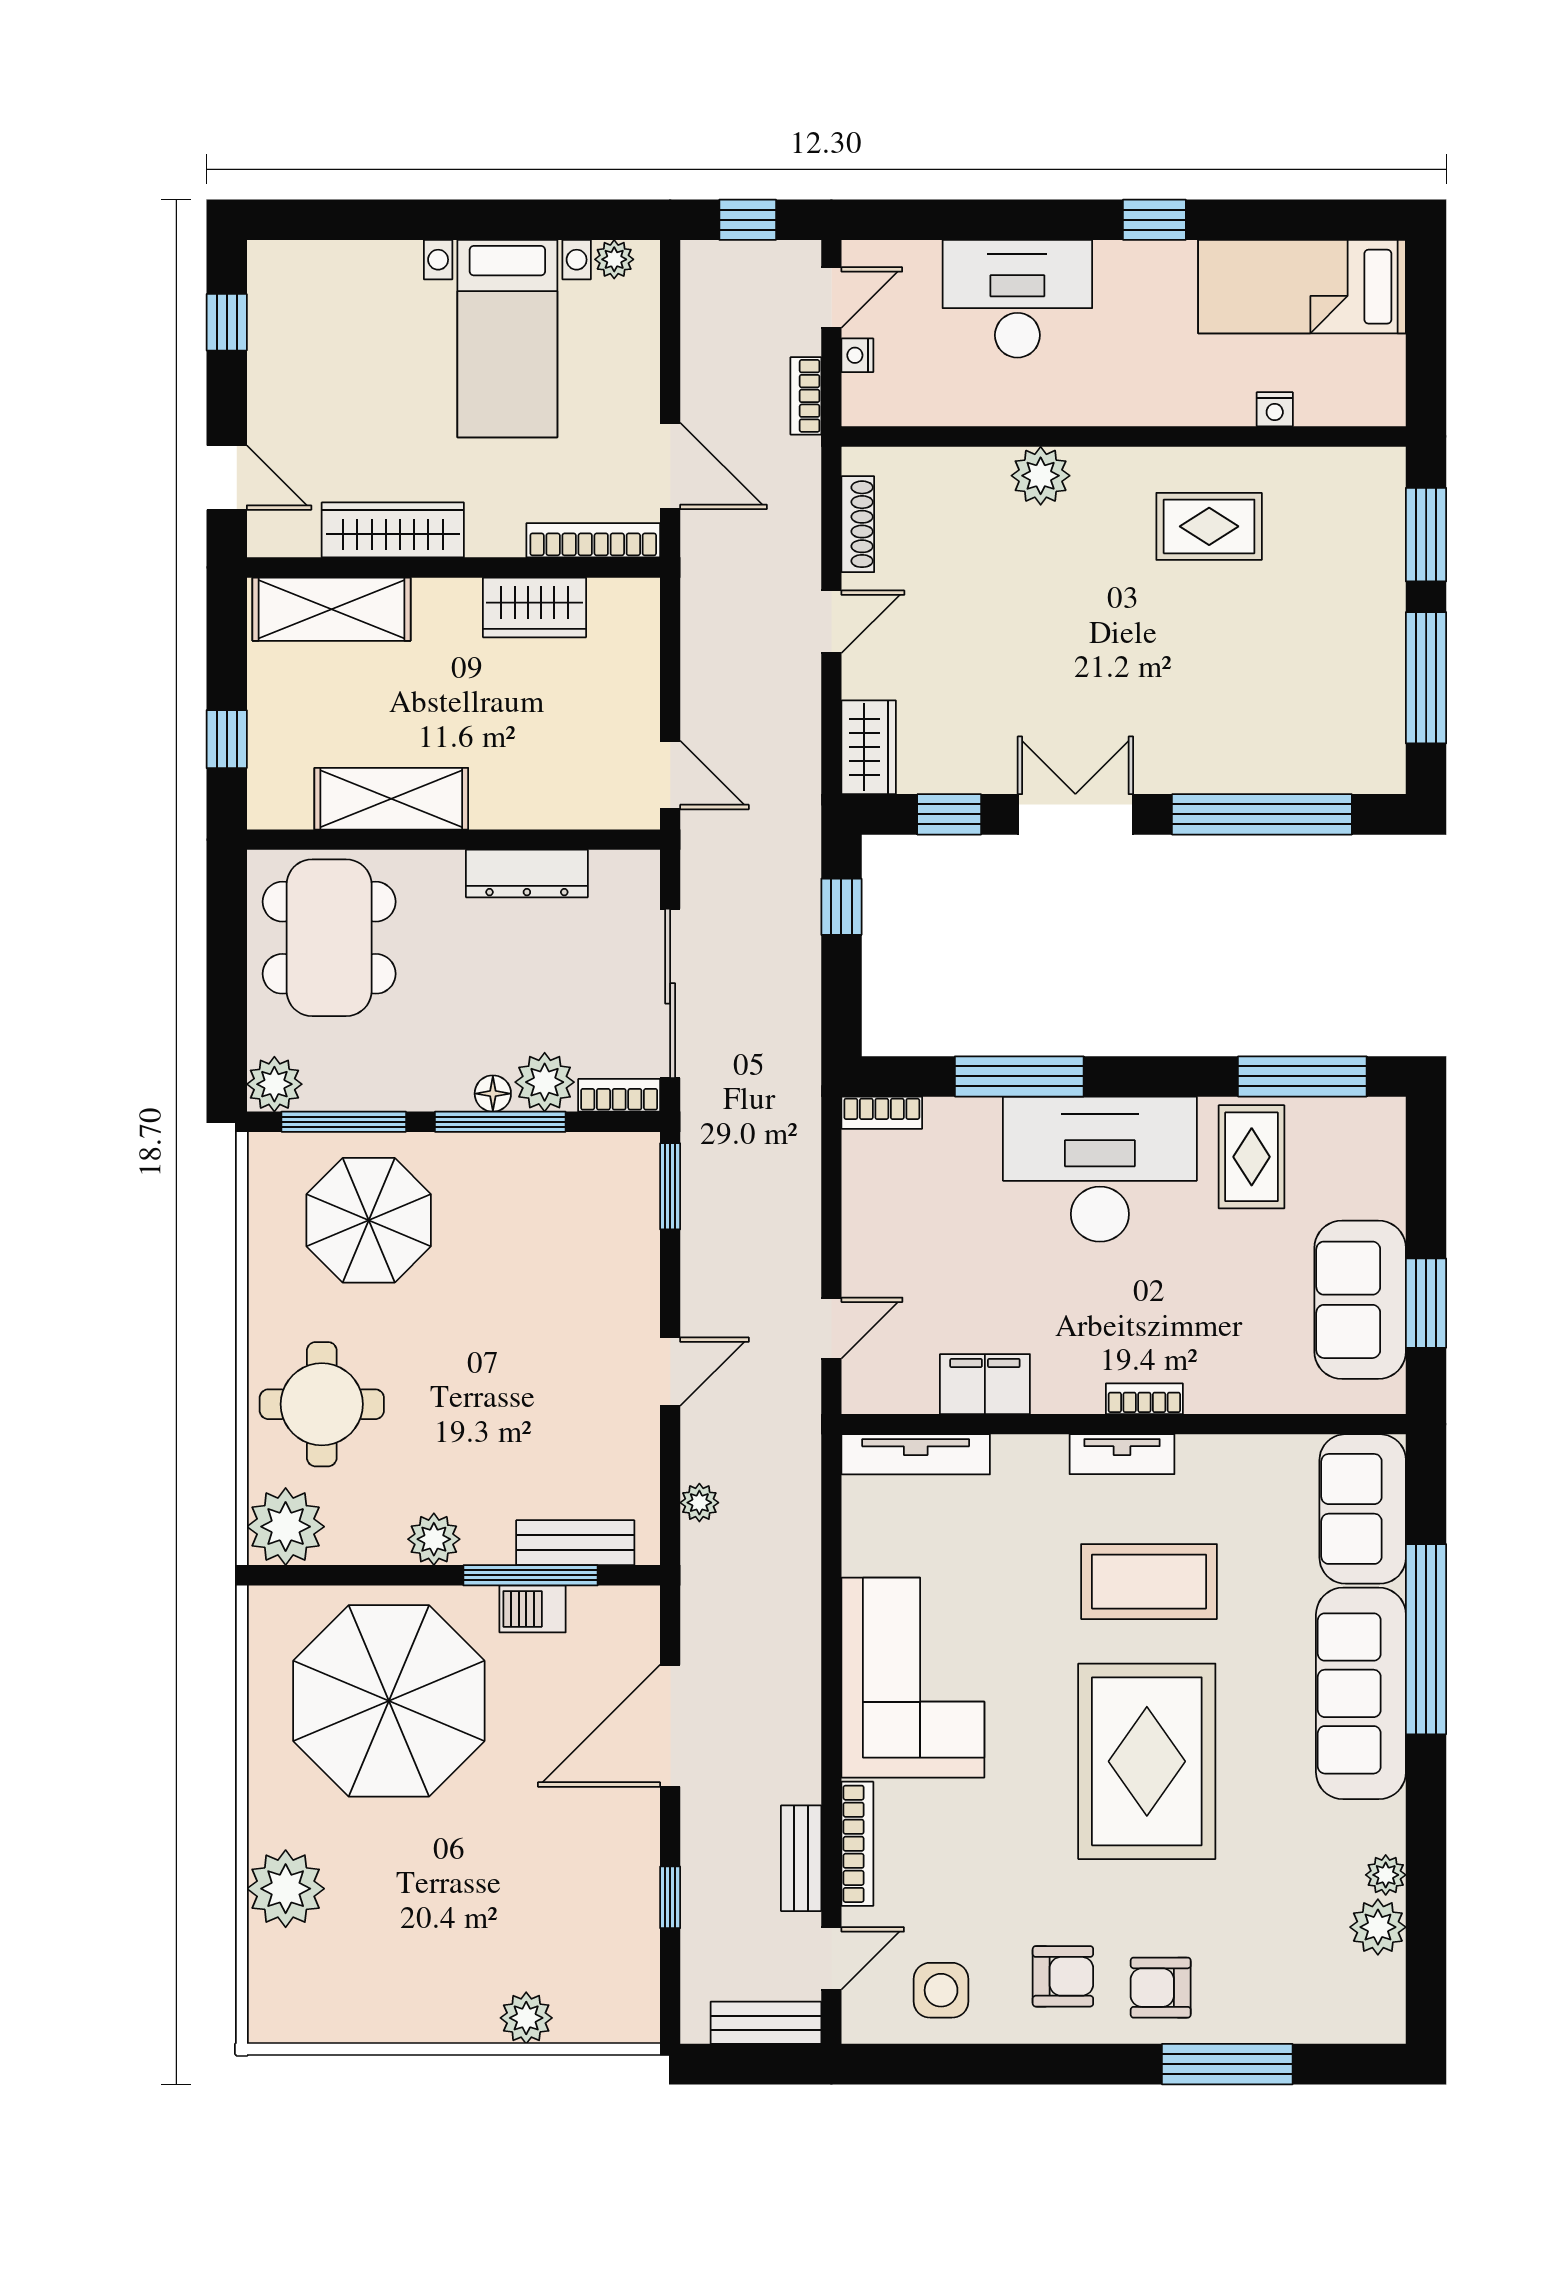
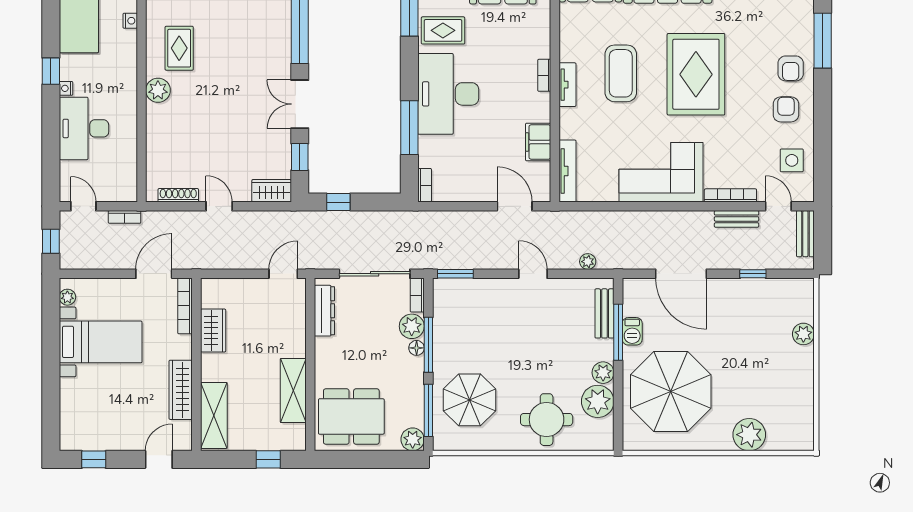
nightstand: (857, 355) -> (66, 88), moved, turned 90
plant: (1041, 476) -> (158, 90), moved
dresser: (527, 874) -> (324, 311), moved
door: (831, 1328) -> (515, 206), width x1.38
plant: (286, 1527) -> (598, 401), moved
rug: (1147, 1761) -> (696, 74), turned 90

